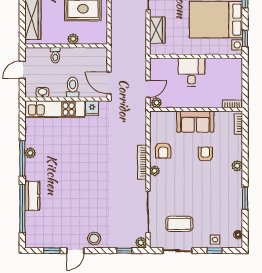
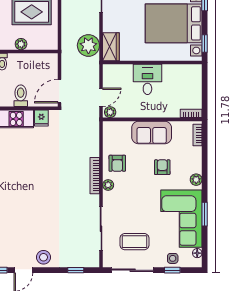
wardrobe: (157, 30) -> (111, 47), moved
door: (109, 83) -> (59, 91), hinge flipped
corner sofa: (223, 202) -> (181, 219), added
plant: (141, 243) -> (88, 45), moved, width x1.87, depth x1.87
sliding door: (178, 251) -> (133, 270), width x1.37

